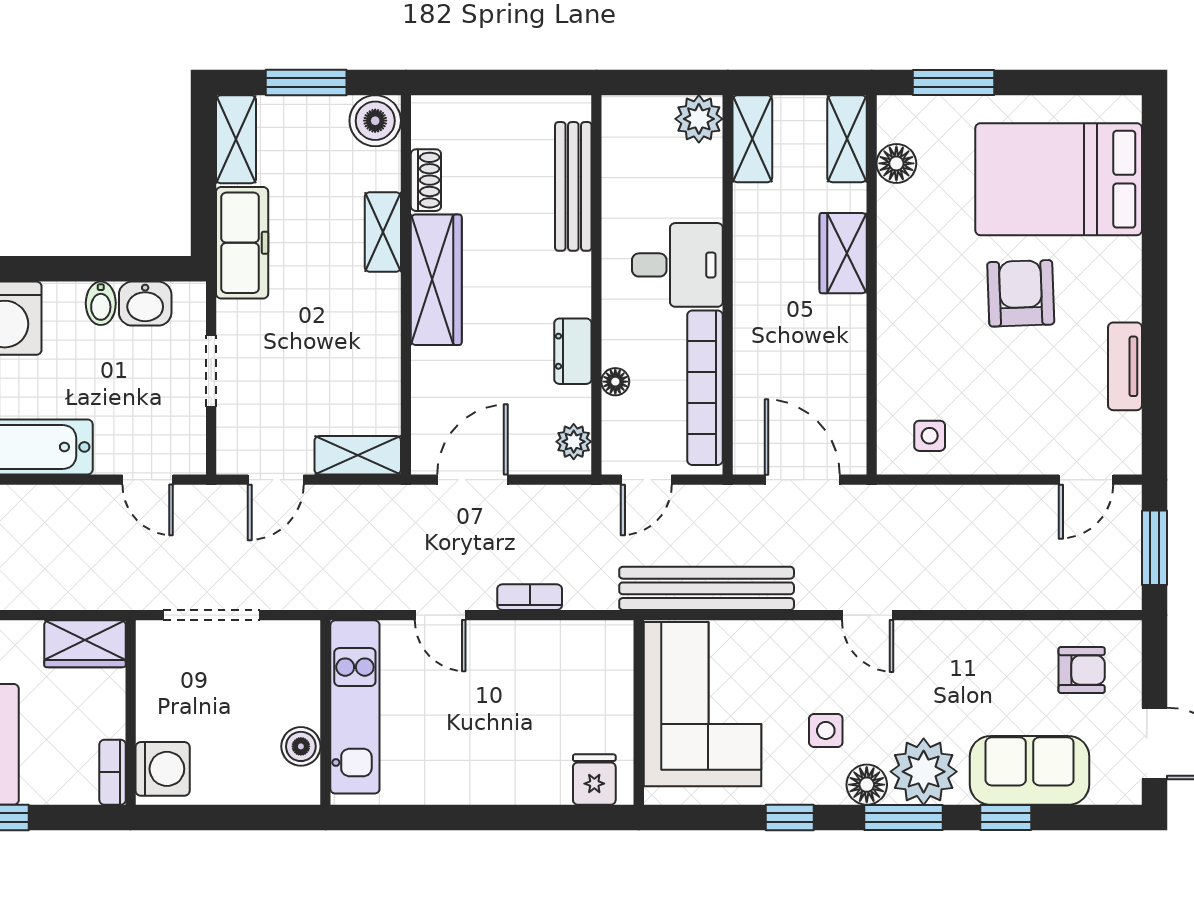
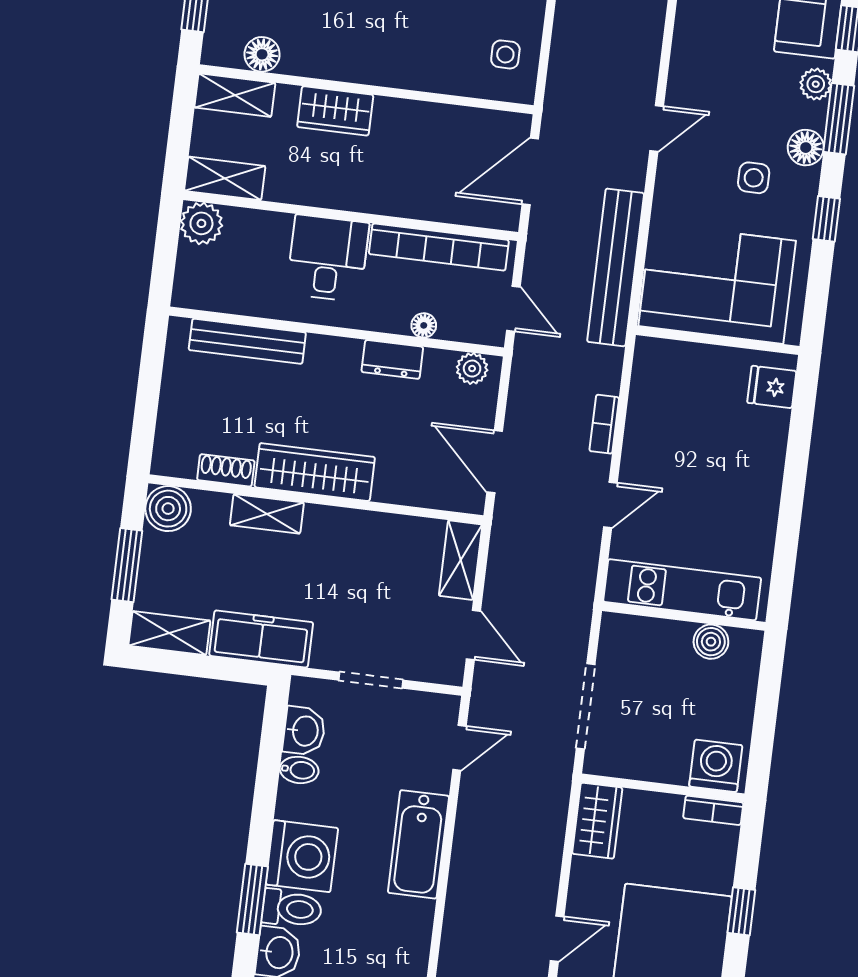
plant: (924, 772) -> (816, 84), width x0.53, depth x0.53

